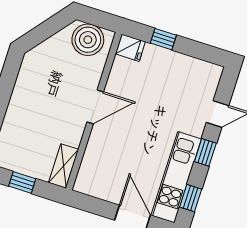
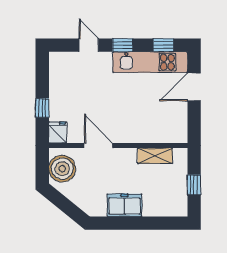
freezer: (24, 97) -> (124, 205), added
door: (95, 107) -> (98, 146), moved
shelving: (64, 166) -> (155, 156), moved

